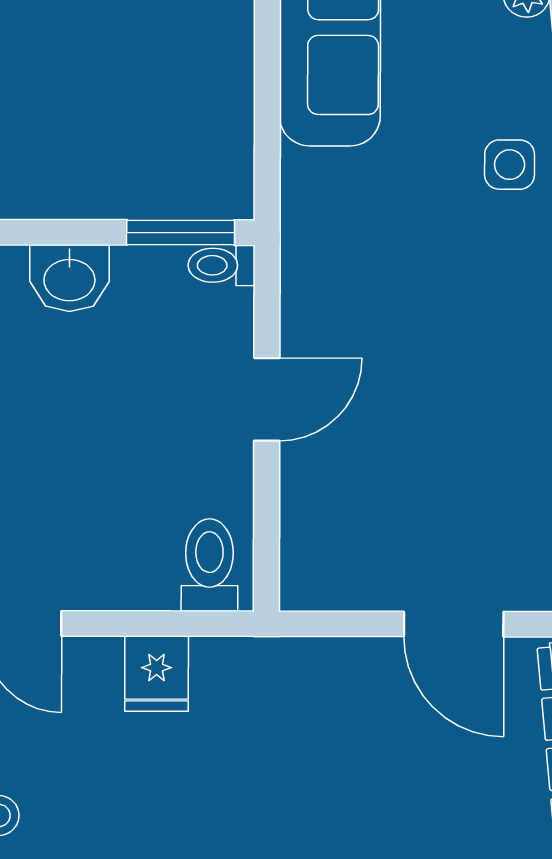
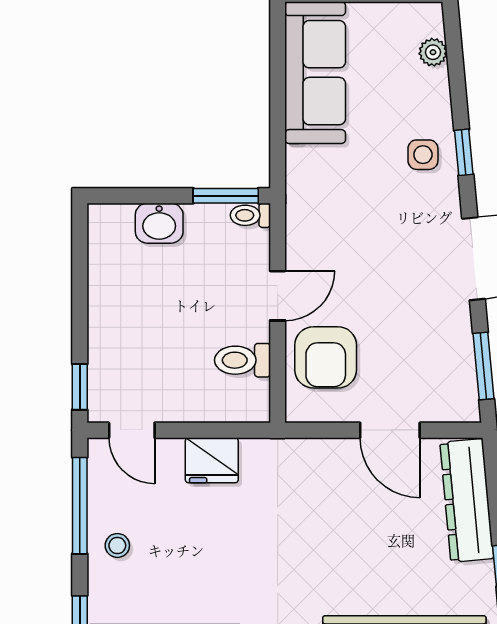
armchair: (347, 502) -> (326, 357), added
toilet: (209, 565) -> (242, 360), moved, turned -90
fridge: (157, 674) -> (212, 460), width x1.38

